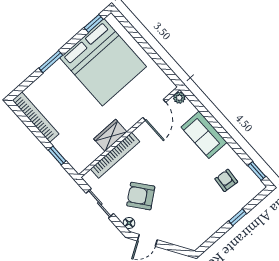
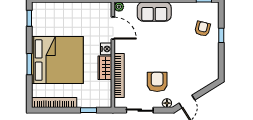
bed: (103, 62) -> (57, 60), moved
nightstand: (129, 121) -> (106, 49), added
armchair: (226, 180) -> (203, 29), moved, turned 99
armchair: (141, 196) -> (157, 82), turned 128

